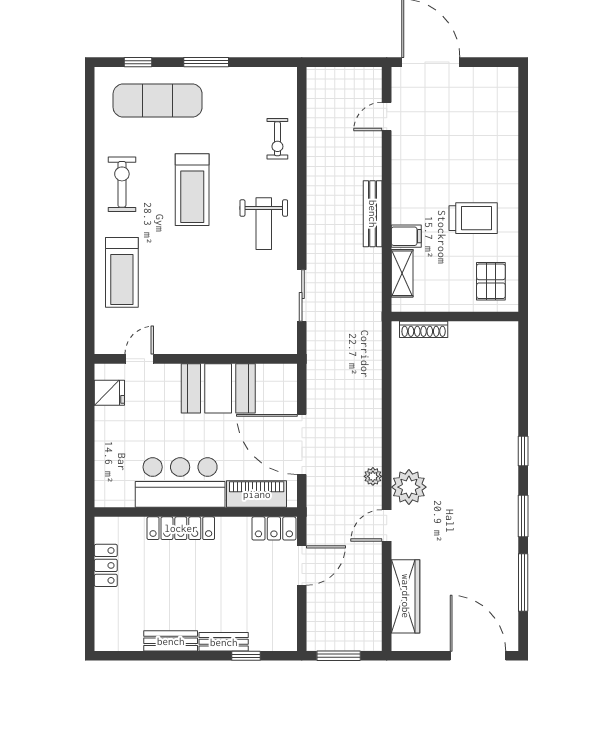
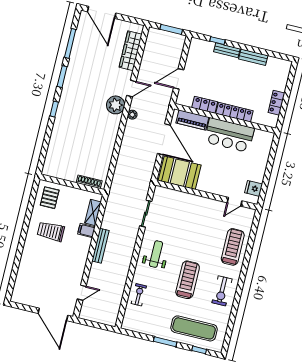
booth: (218, 388) -> (180, 173), moved
locker: (274, 528) -> (205, 105), moved

